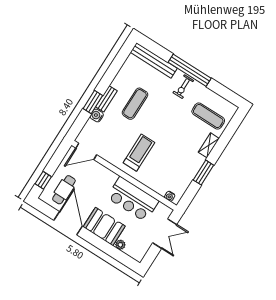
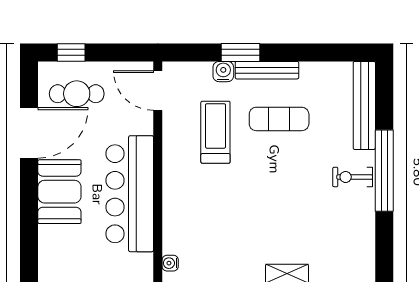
bench: (106, 99) -> (267, 70), width x1.36
exercise mat: (208, 116) -> (332, 244), removed
treadmill: (139, 153) -> (215, 132), moved, turned -90
bar counter: (133, 199) -> (130, 194), width x1.36
plant: (120, 245) -> (47, 235), removed

